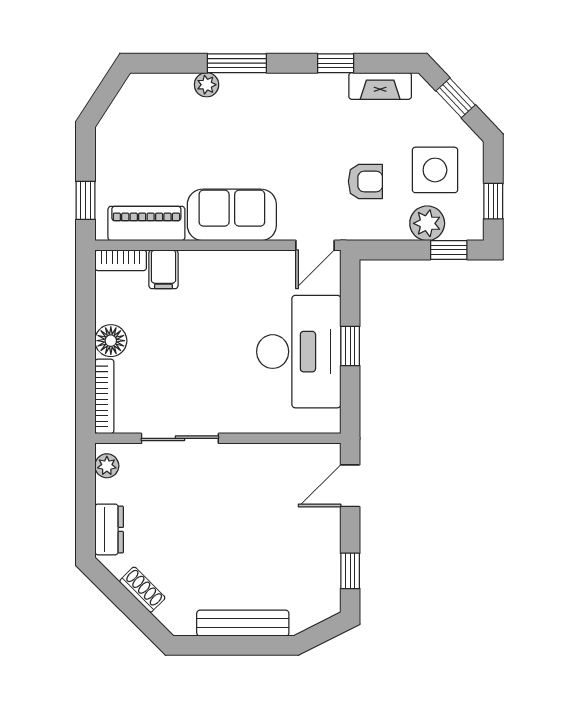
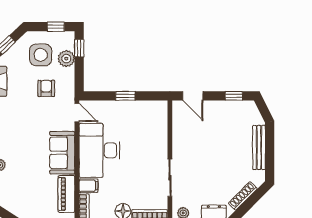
desk: (299, 352) -> (99, 150), moved, turned -90
shoe rack: (142, 590) -> (243, 196), width x1.43

